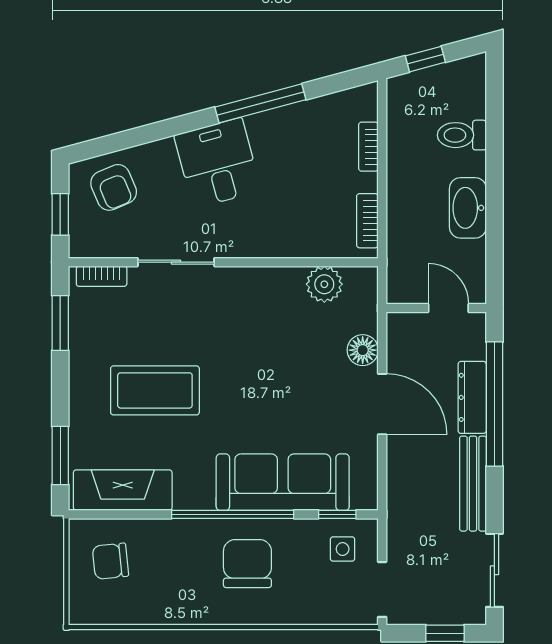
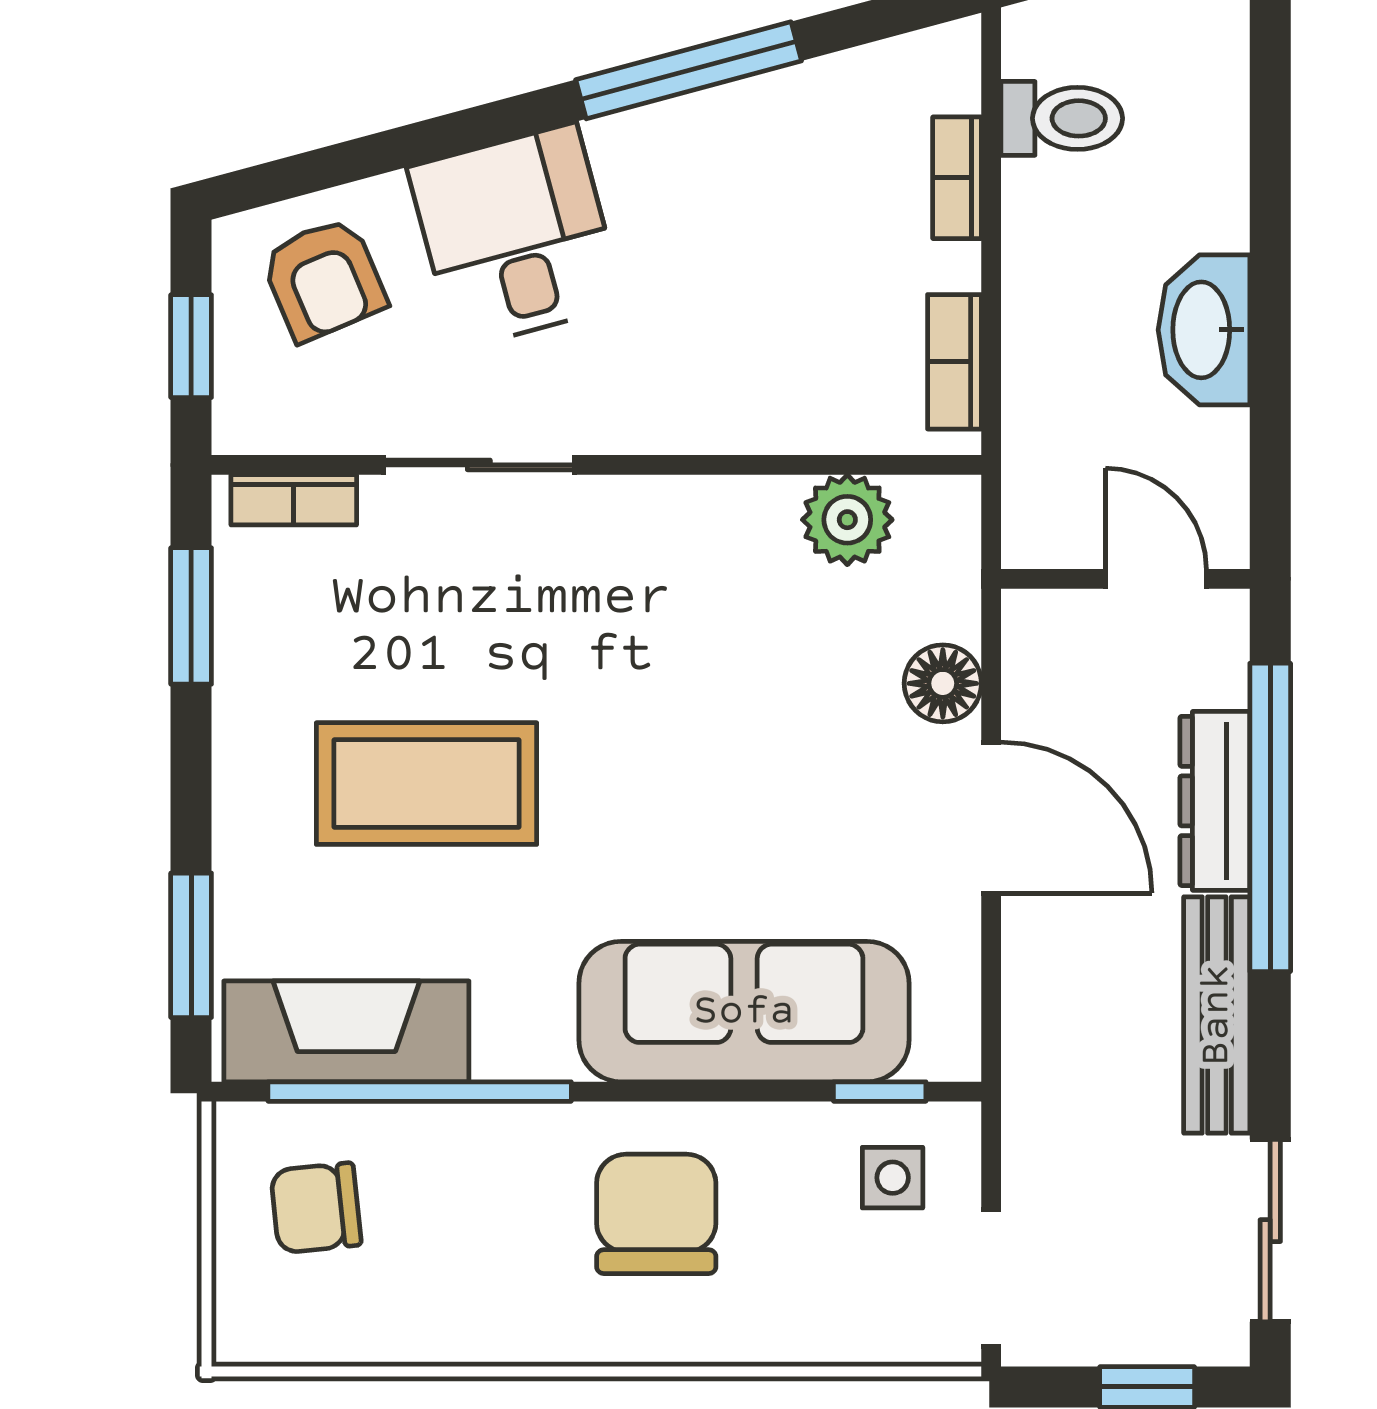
toilet: (462, 135) -> (1062, 118), moved, turned 180
desk: (218, 163) -> (516, 236), moved
window: (233, 514) -> (420, 1092), moved

